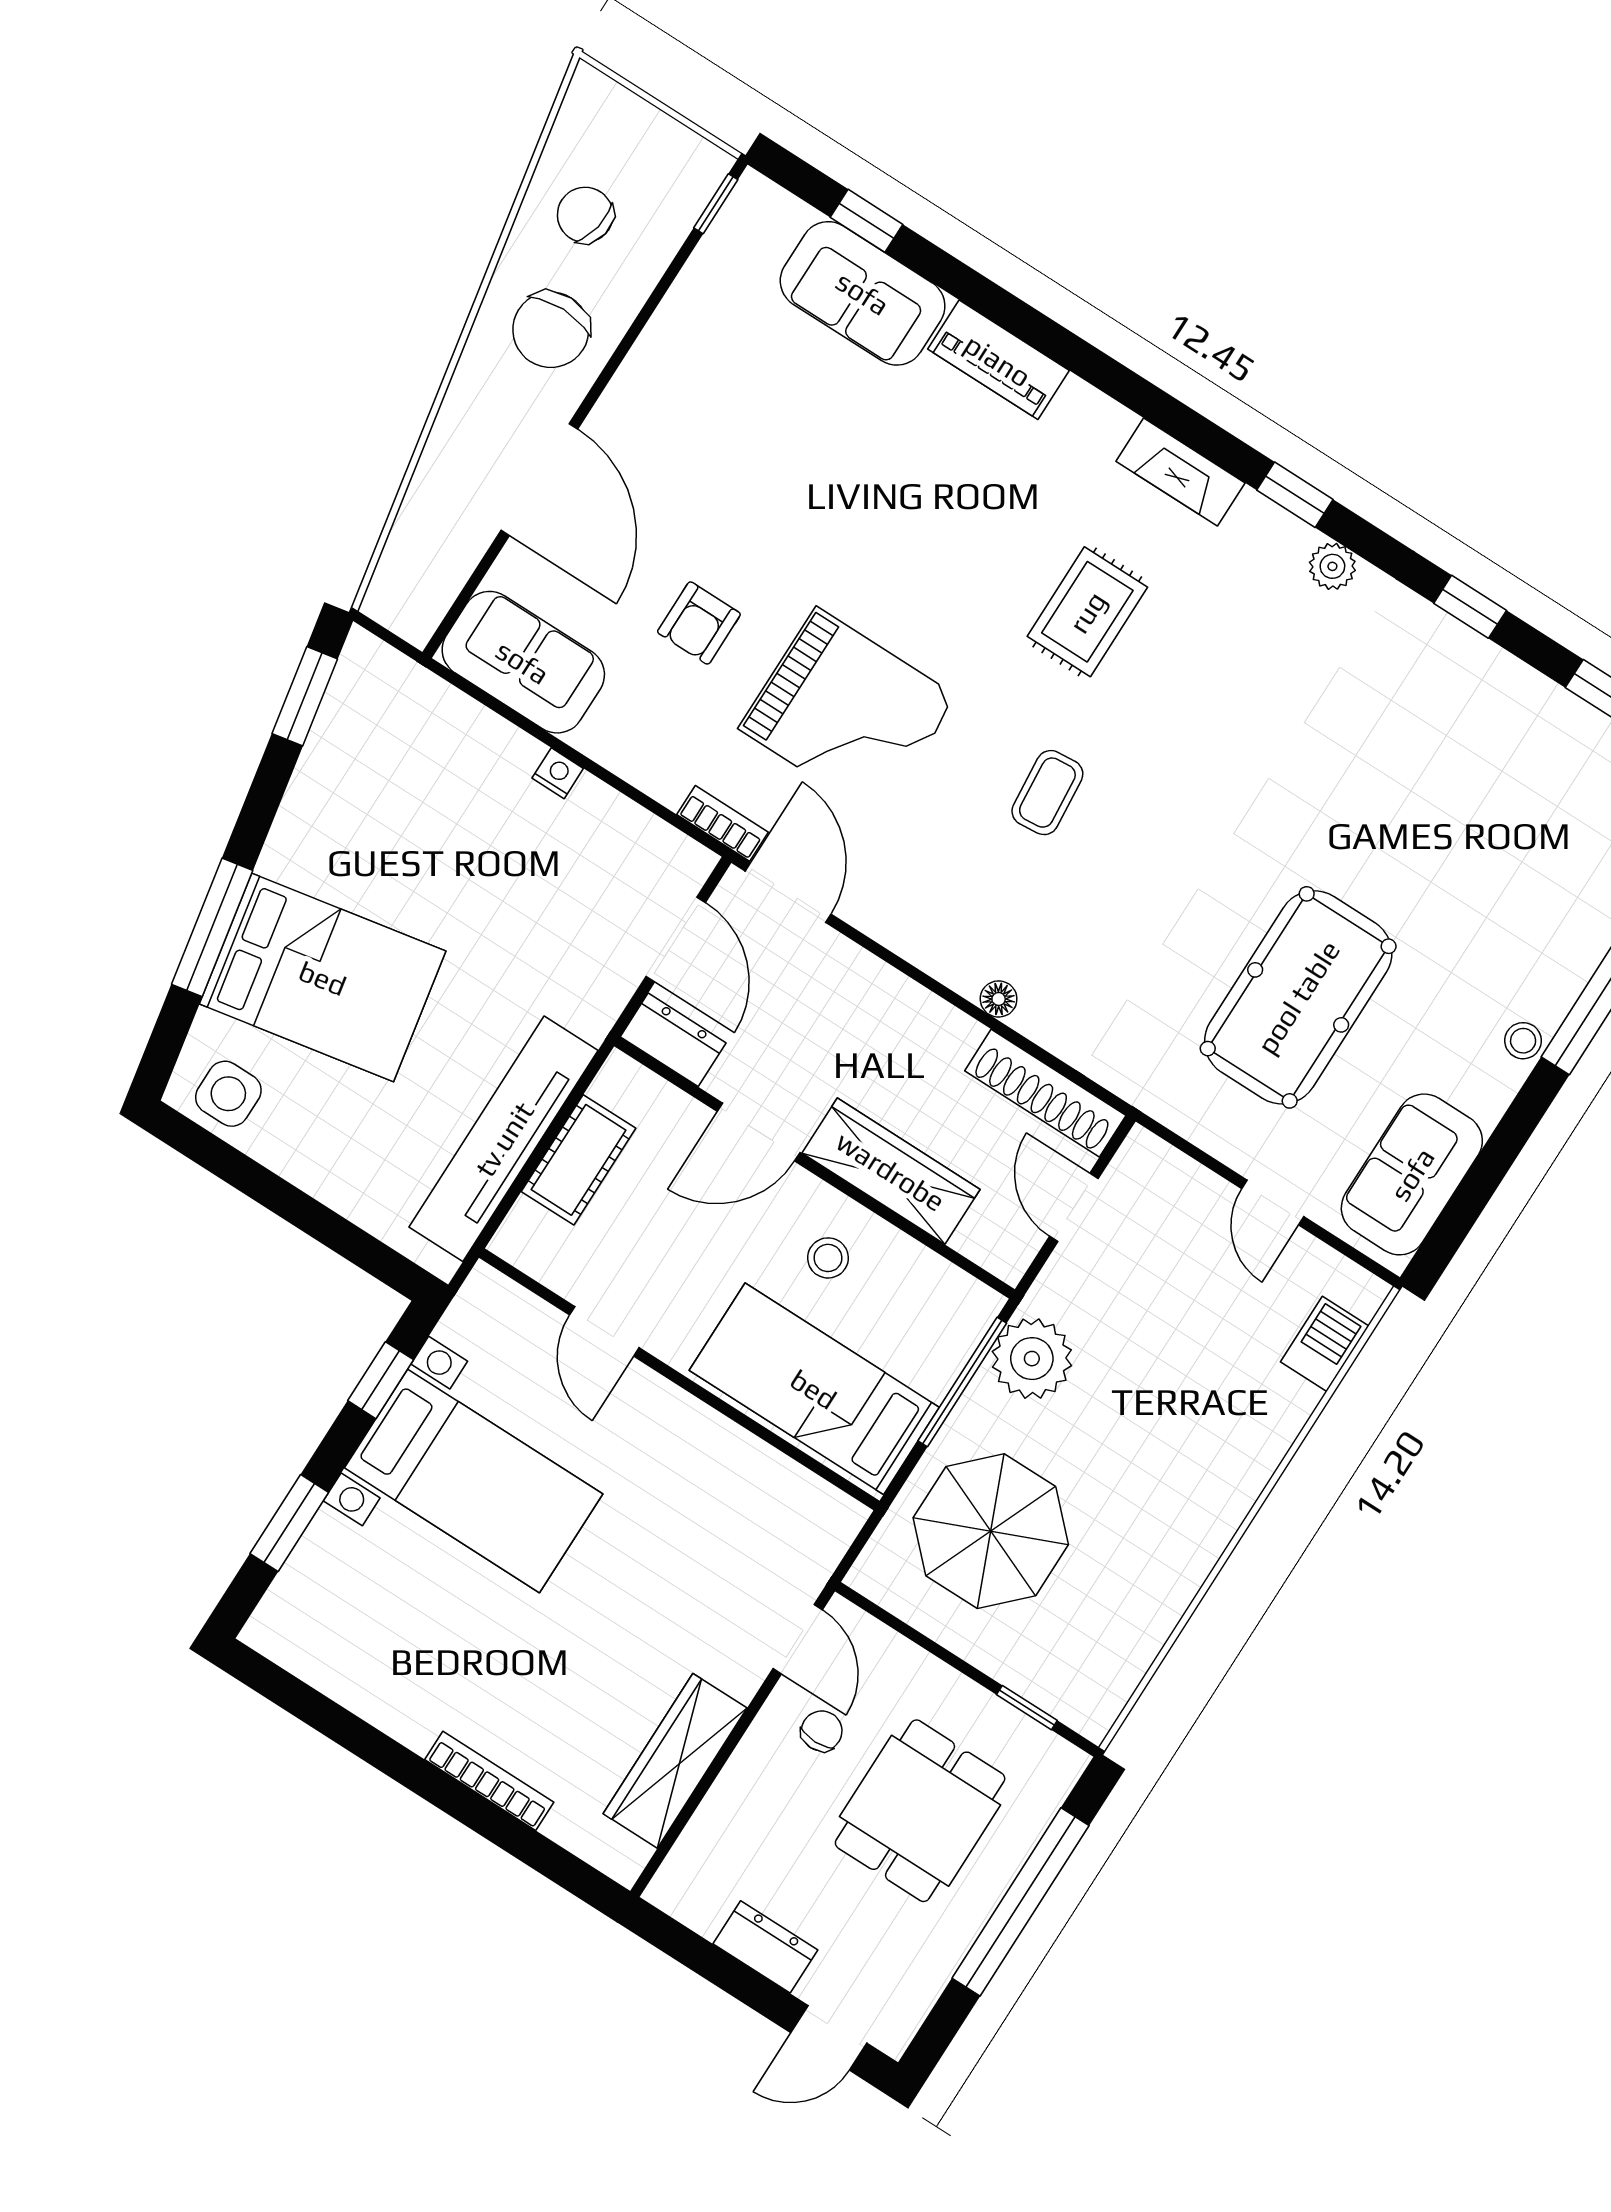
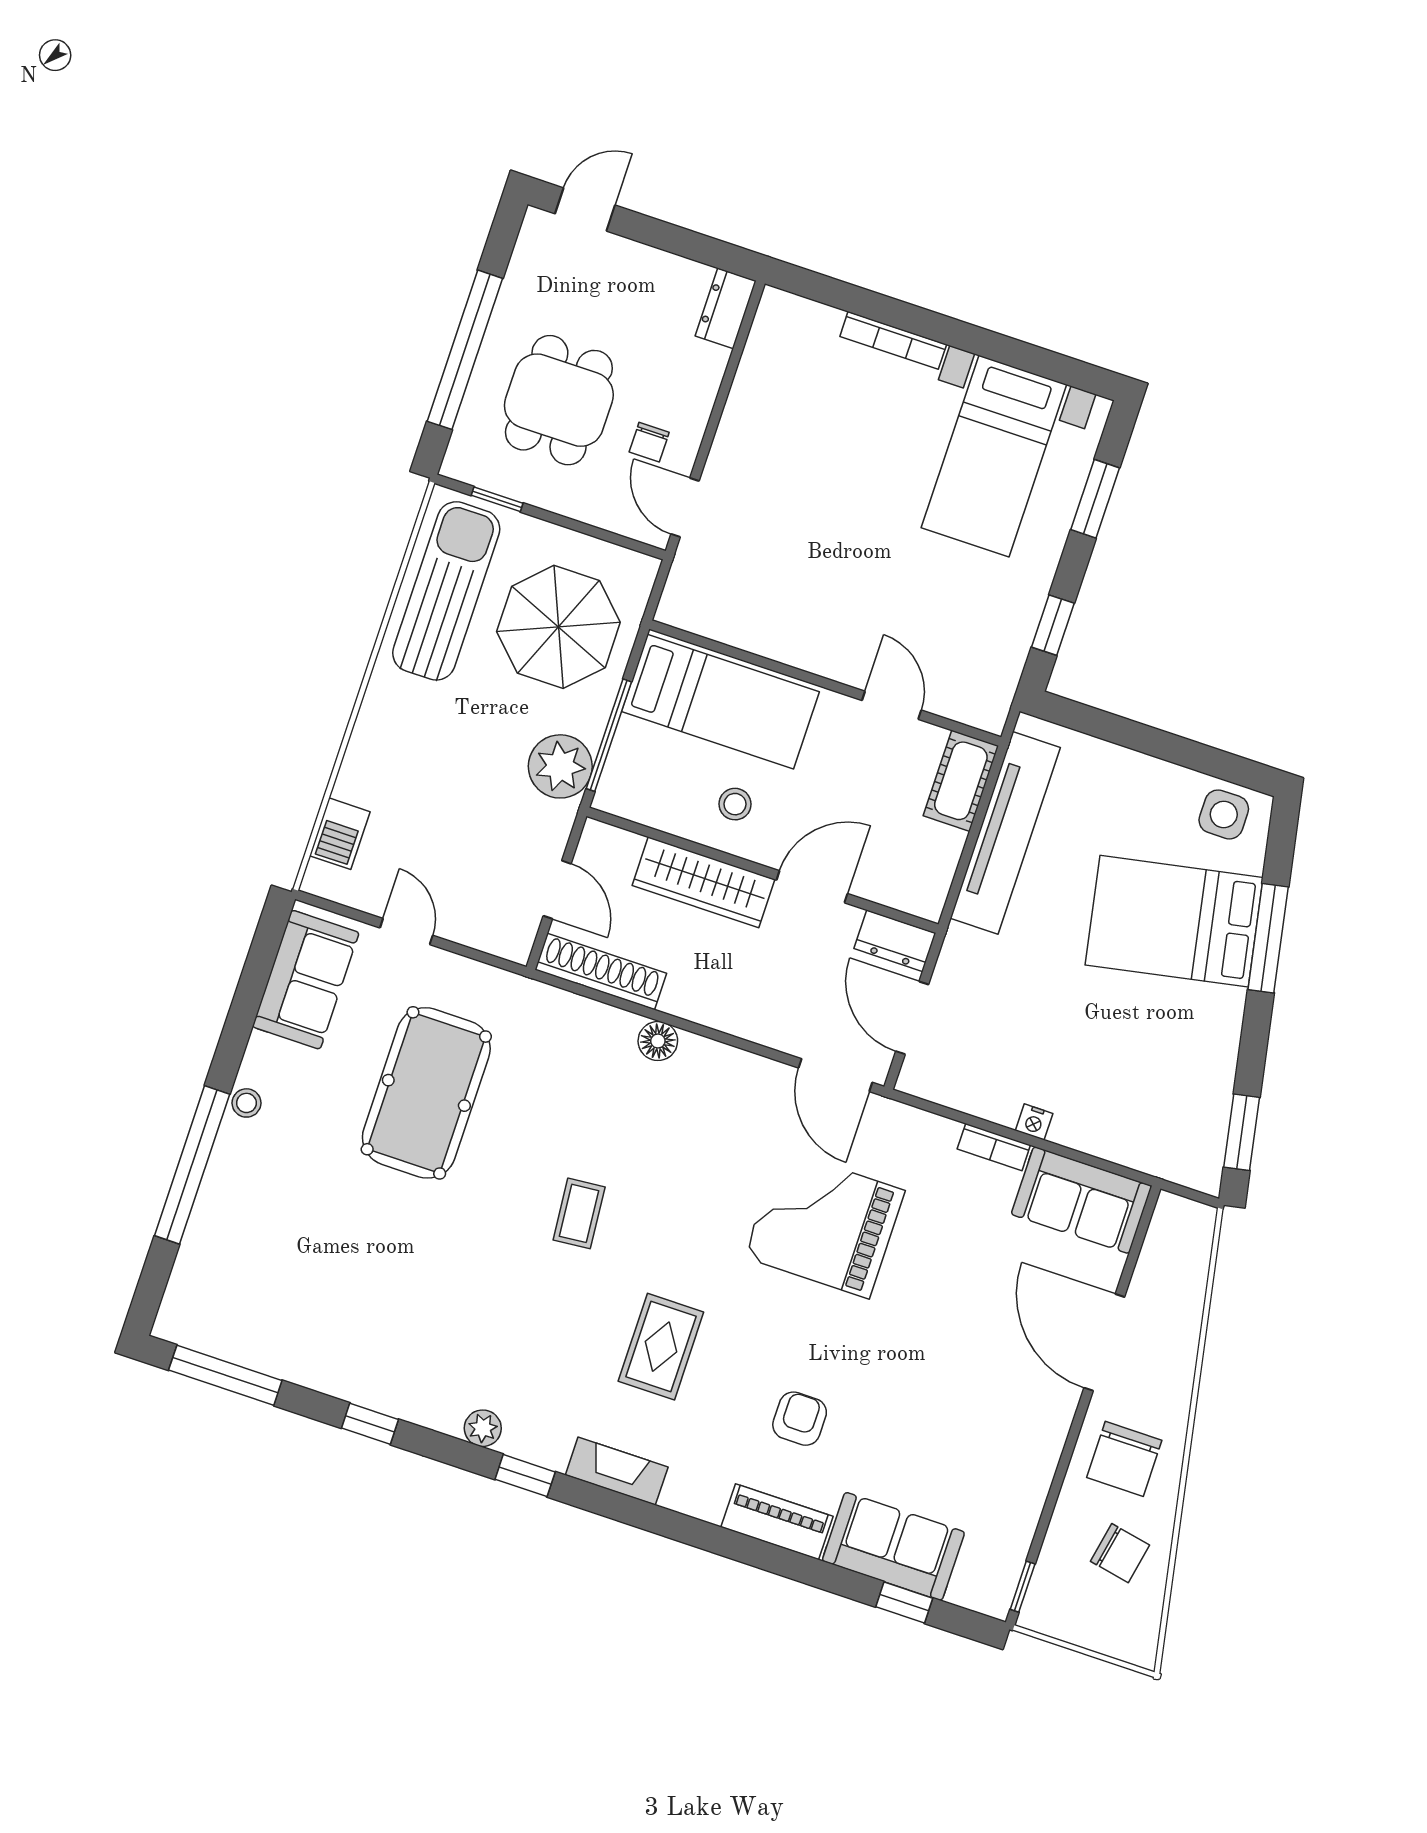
chair: (551, 330) -> (1124, 1459), turned 180
armchair: (699, 623) -> (800, 1419), moved
coffee table: (1047, 793) -> (579, 1213), moved
bookcase: (723, 823) -> (994, 1147), moved
floor lamp: (999, 999) -> (658, 1041), width x1.37, depth x1.37
cot: (579, 1160) -> (961, 781), moved
bed with nightstands: (474, 1481) -> (994, 456), moved, turned -90
sun lounger: (1118, 1610) -> (446, 591), added
wardrobe: (675, 1761) -> (755, 391), removed
dresser: (765, 1947) -> (726, 308), moved, turned 90

